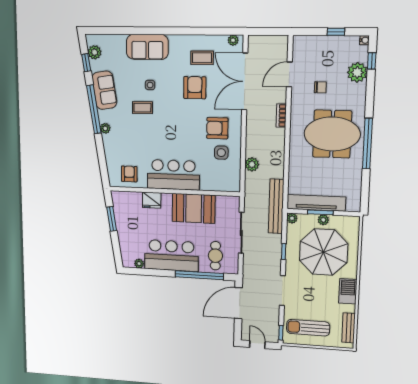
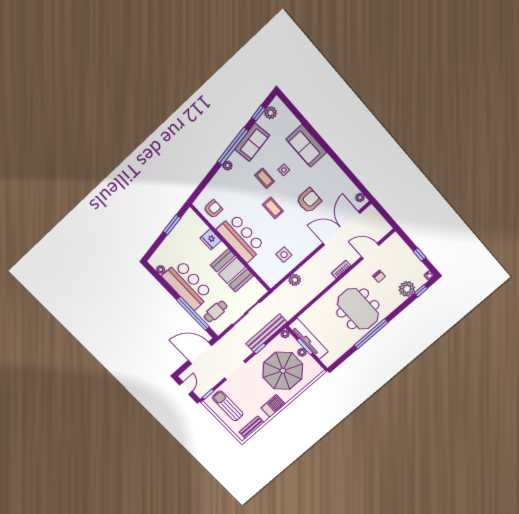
coffee table: (202, 58) -> (273, 208), moved
armchair: (217, 128) -> (297, 238), removed
bench: (276, 206) -> (267, 333), moved

